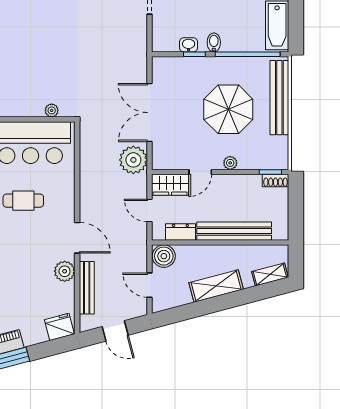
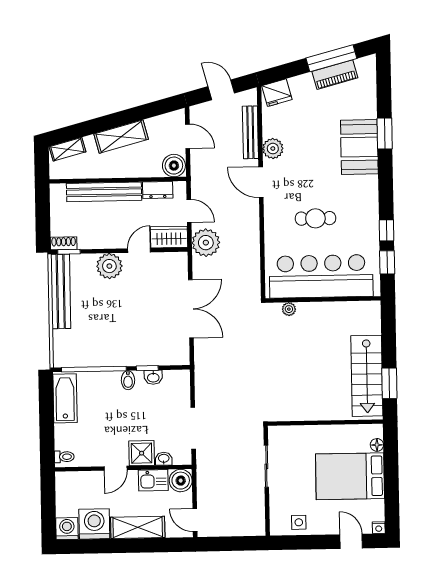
bench: (279, 98) -> (61, 291), moved
parasol: (228, 109) -> (112, 314), removed
plant: (133, 160) -> (206, 243), moved
plant: (230, 163) -> (109, 266), width x1.88, depth x1.88

